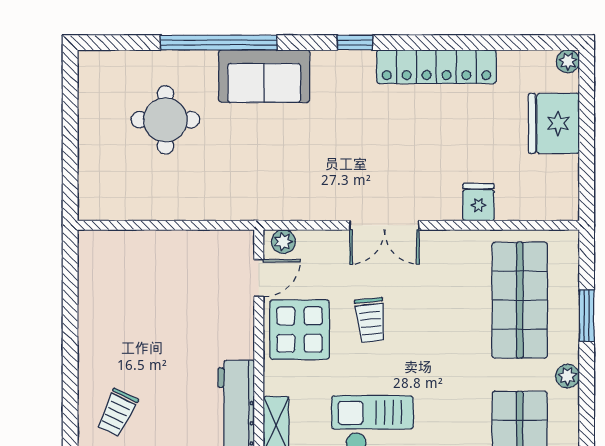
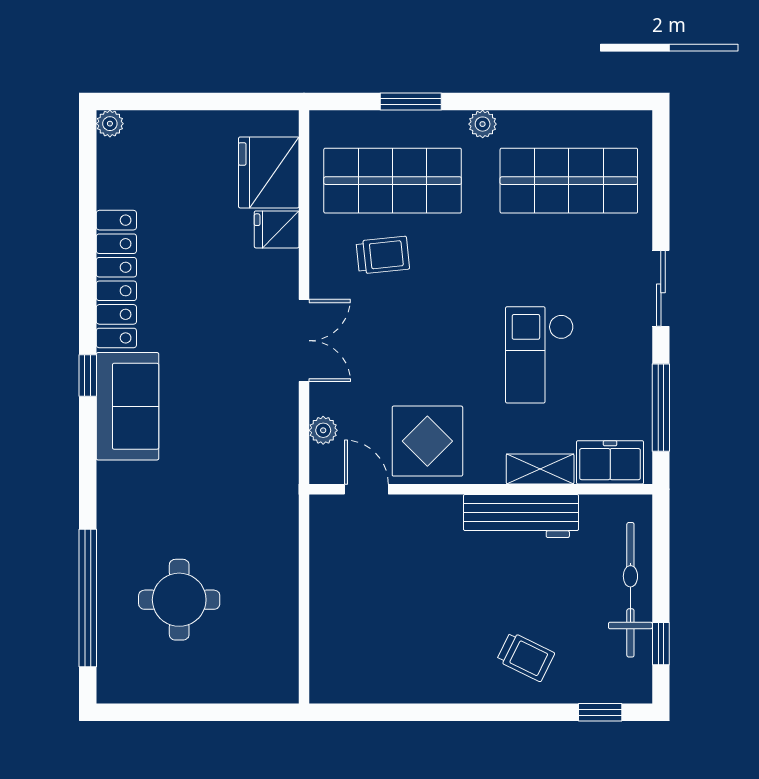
window: (219, 43) -> (88, 598), moved
sofa: (264, 76) -> (127, 406), moved
fridge: (554, 123) -> (269, 172), moved, turned 90
plant: (283, 242) -> (323, 430), moved
trolley: (371, 320) -> (383, 255), moved

